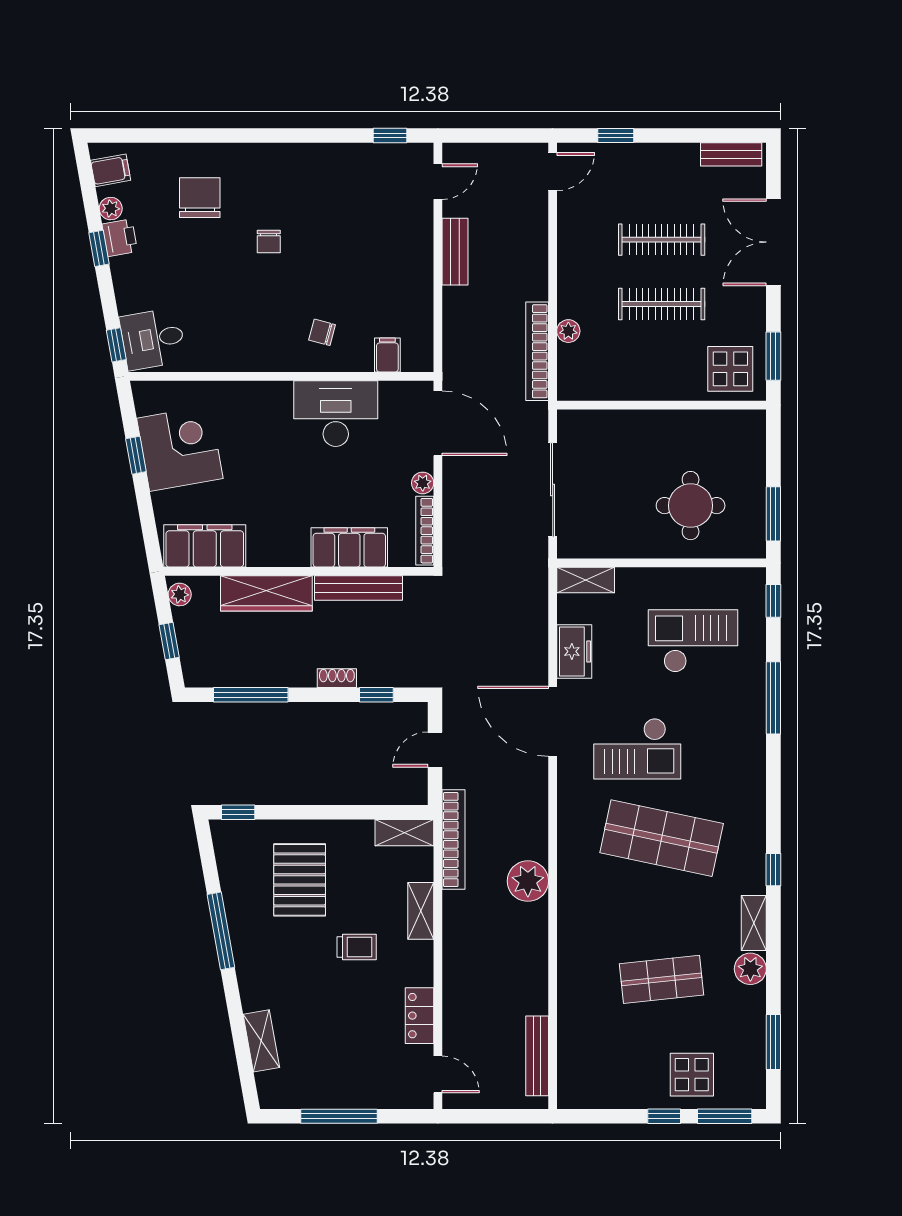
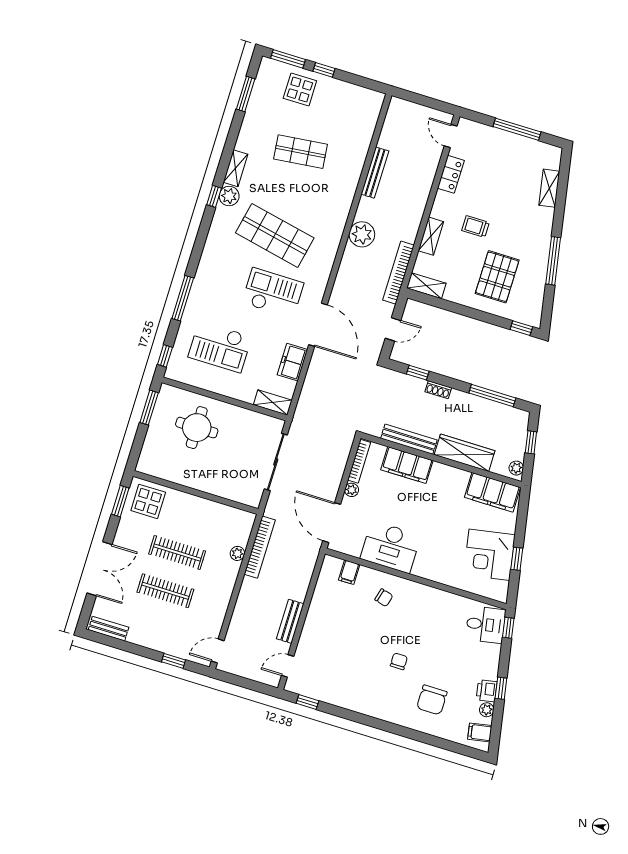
plant: (750, 969) -> (229, 196), moved
bench: (537, 1056) -> (375, 173), moved

